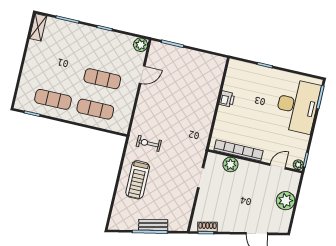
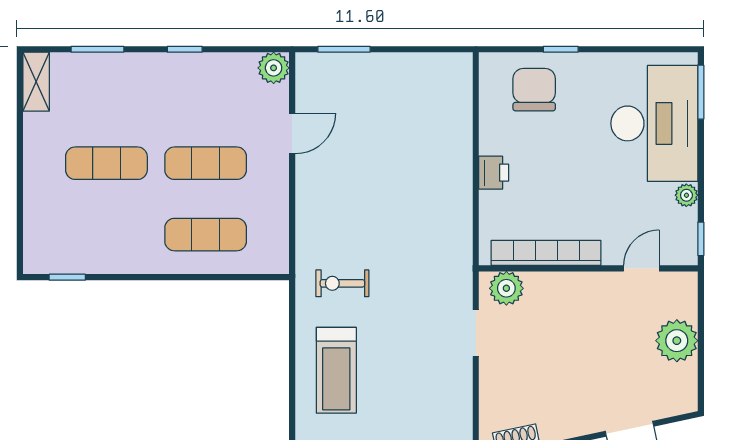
chair: (249, 80) -> (534, 90), added
exercise mat: (53, 99) -> (106, 163), moved
printer: (227, 99) -> (494, 173), moved
plant: (230, 164) -> (506, 288), moved
plant: (298, 165) -> (686, 195), moved

